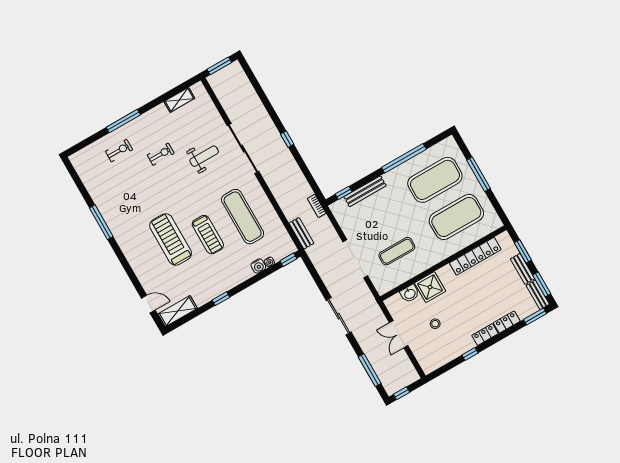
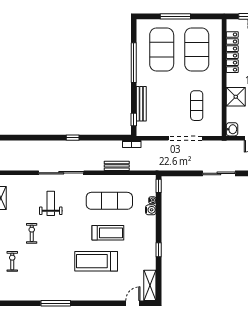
bench: (301, 233) -> (117, 166), moved
washbasin: (410, 294) -> (232, 129), moved

